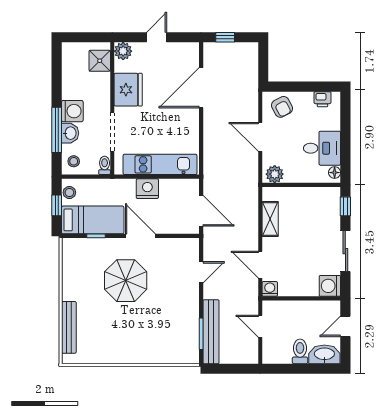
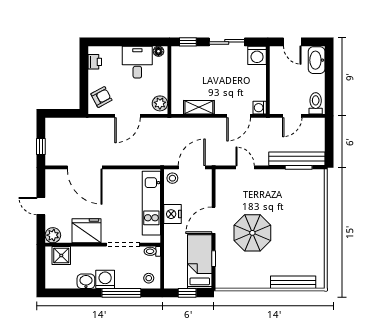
washbasin: (70, 133) -> (86, 281), moved
stool: (69, 192) -> (172, 178), moved
toilet: (300, 351) -> (316, 103), moved, turned 90

